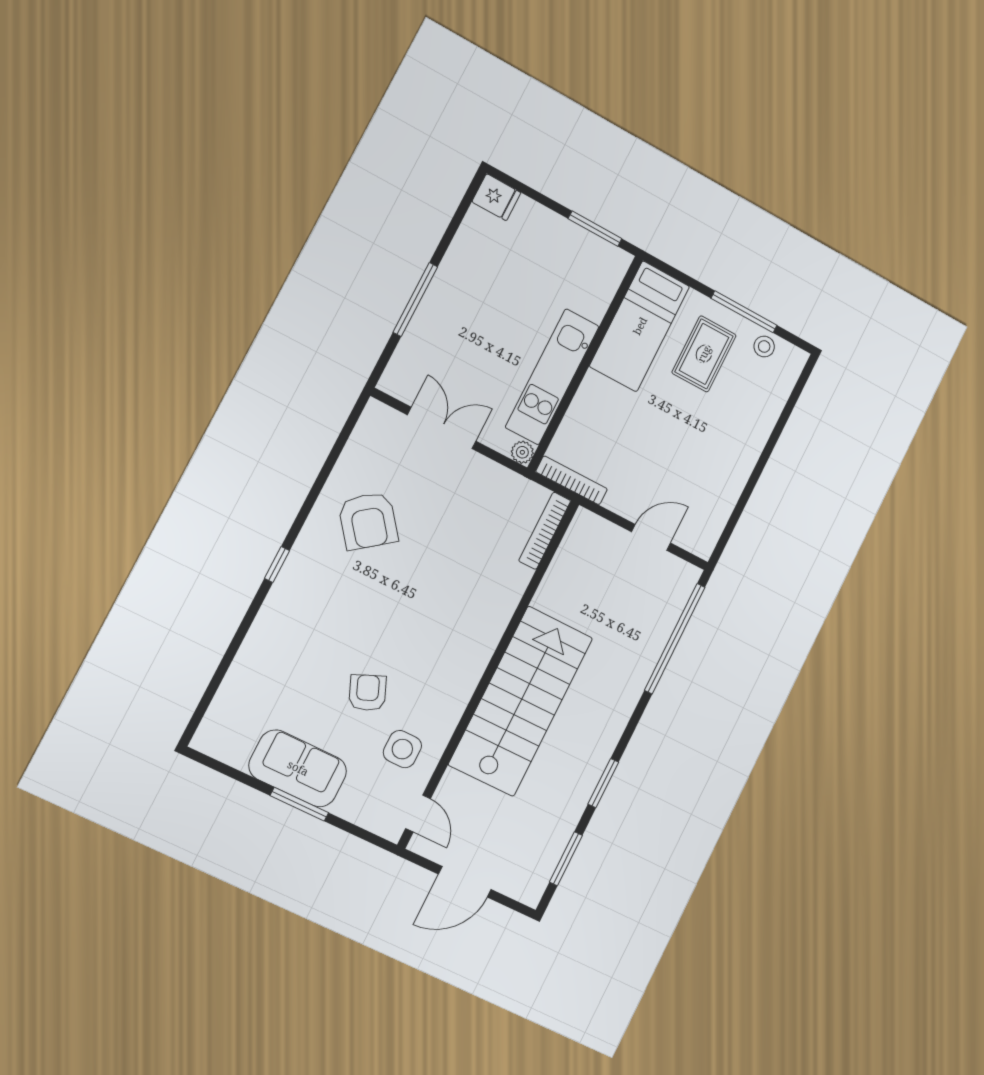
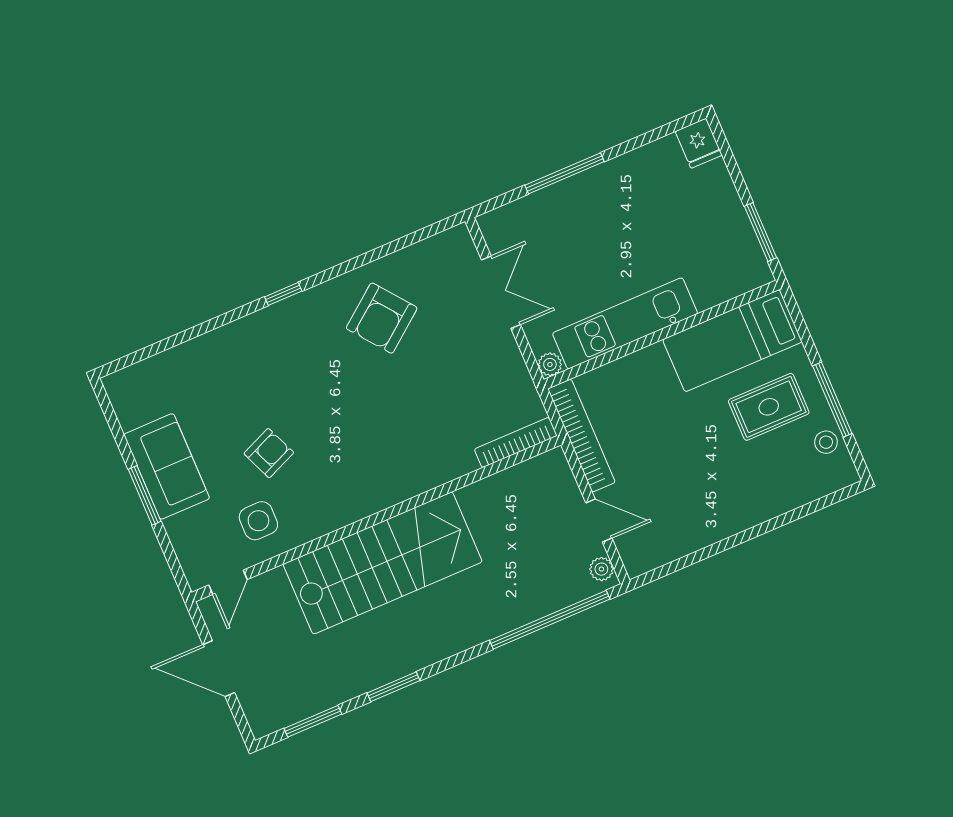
bookcase: (572, 480) -> (582, 436), width x1.48, depth x1.31
plant: (681, 571) -> (601, 569), added

